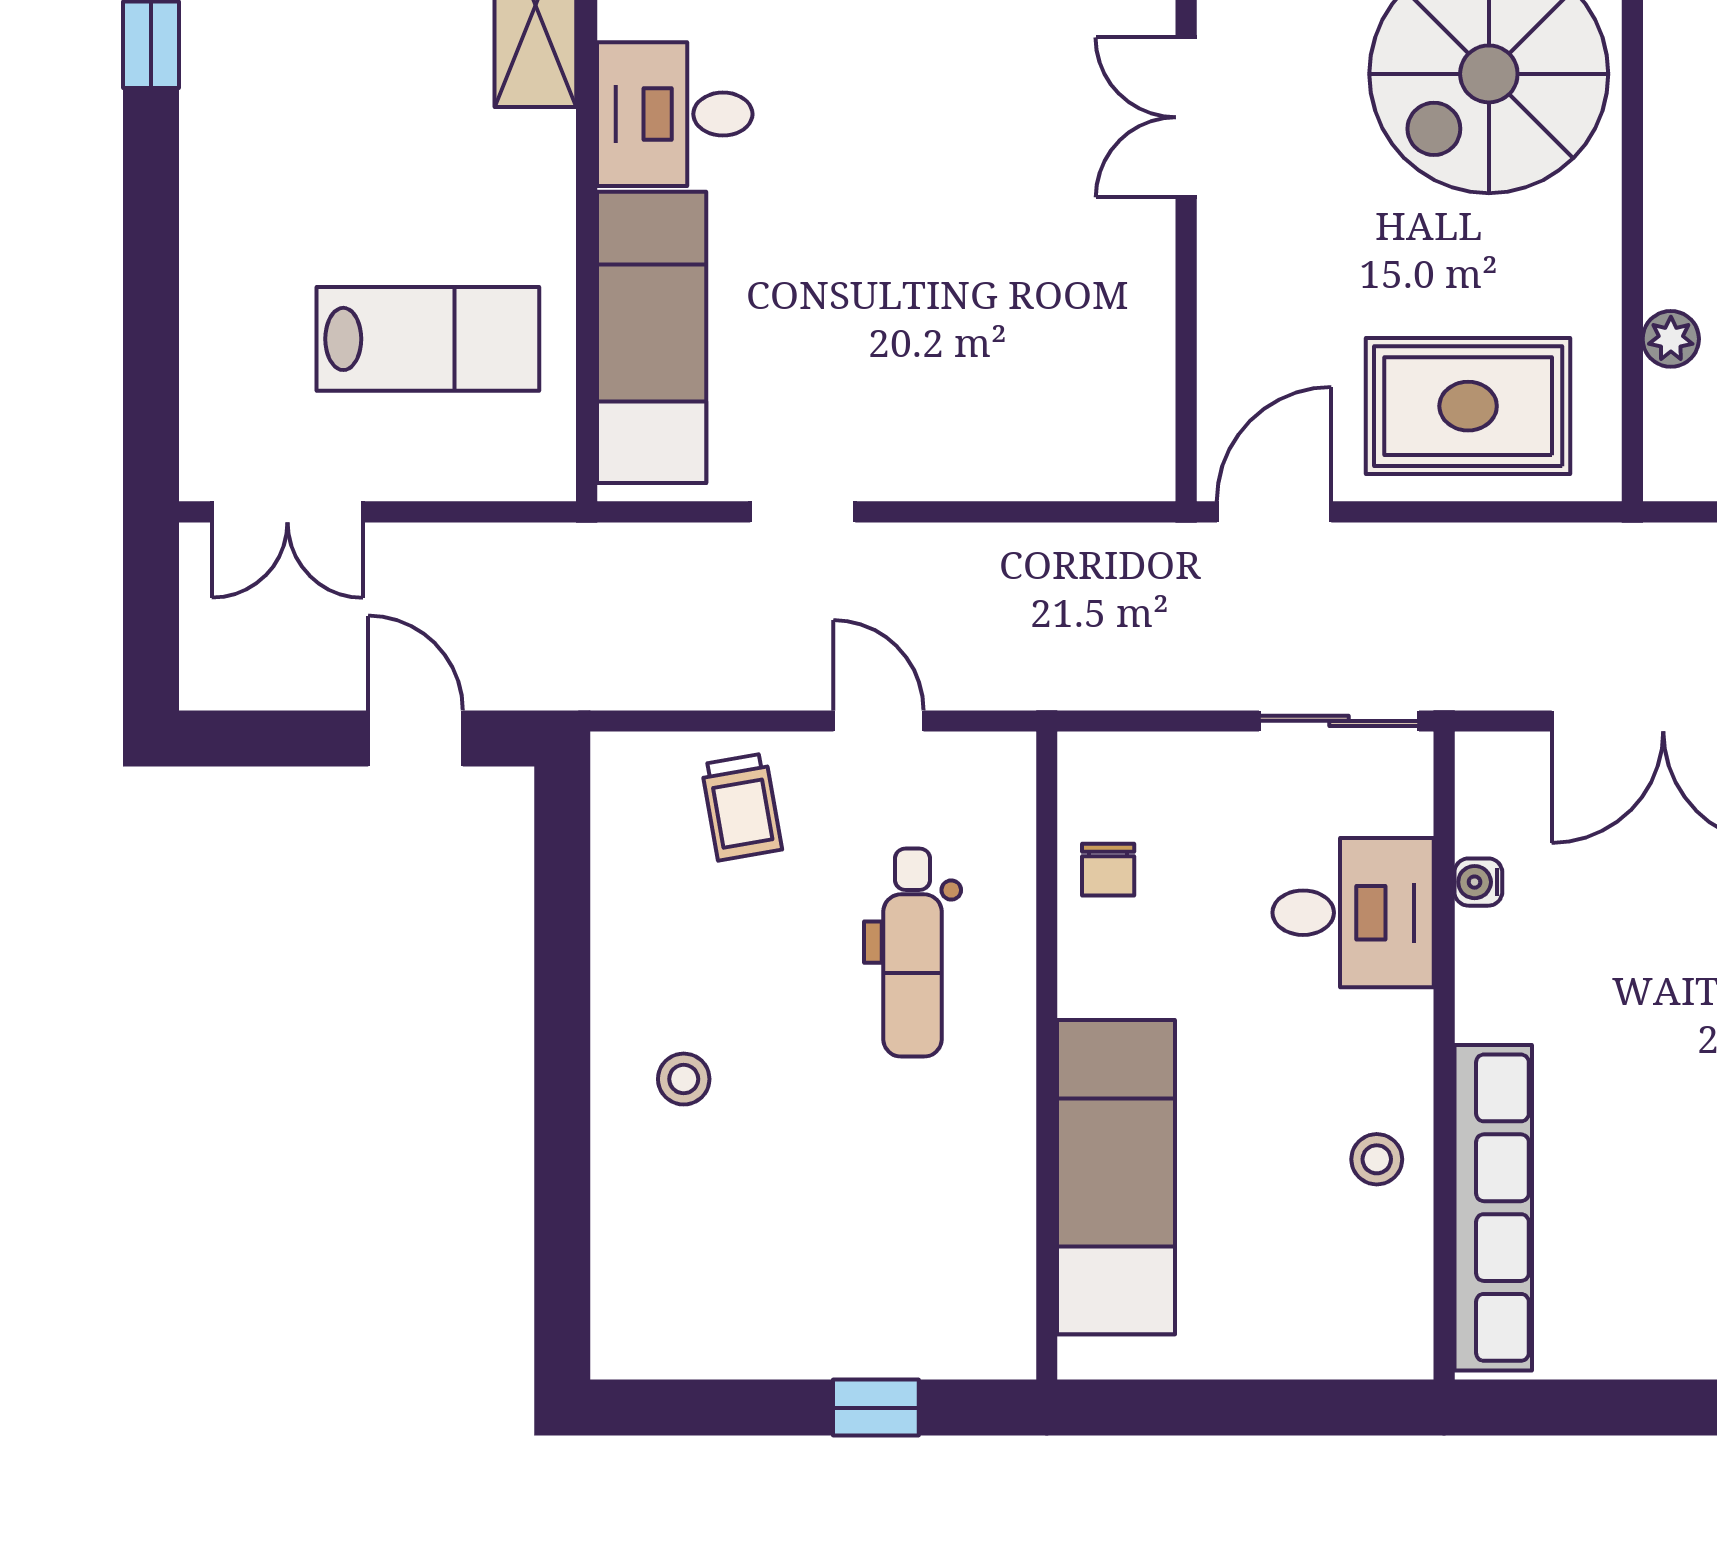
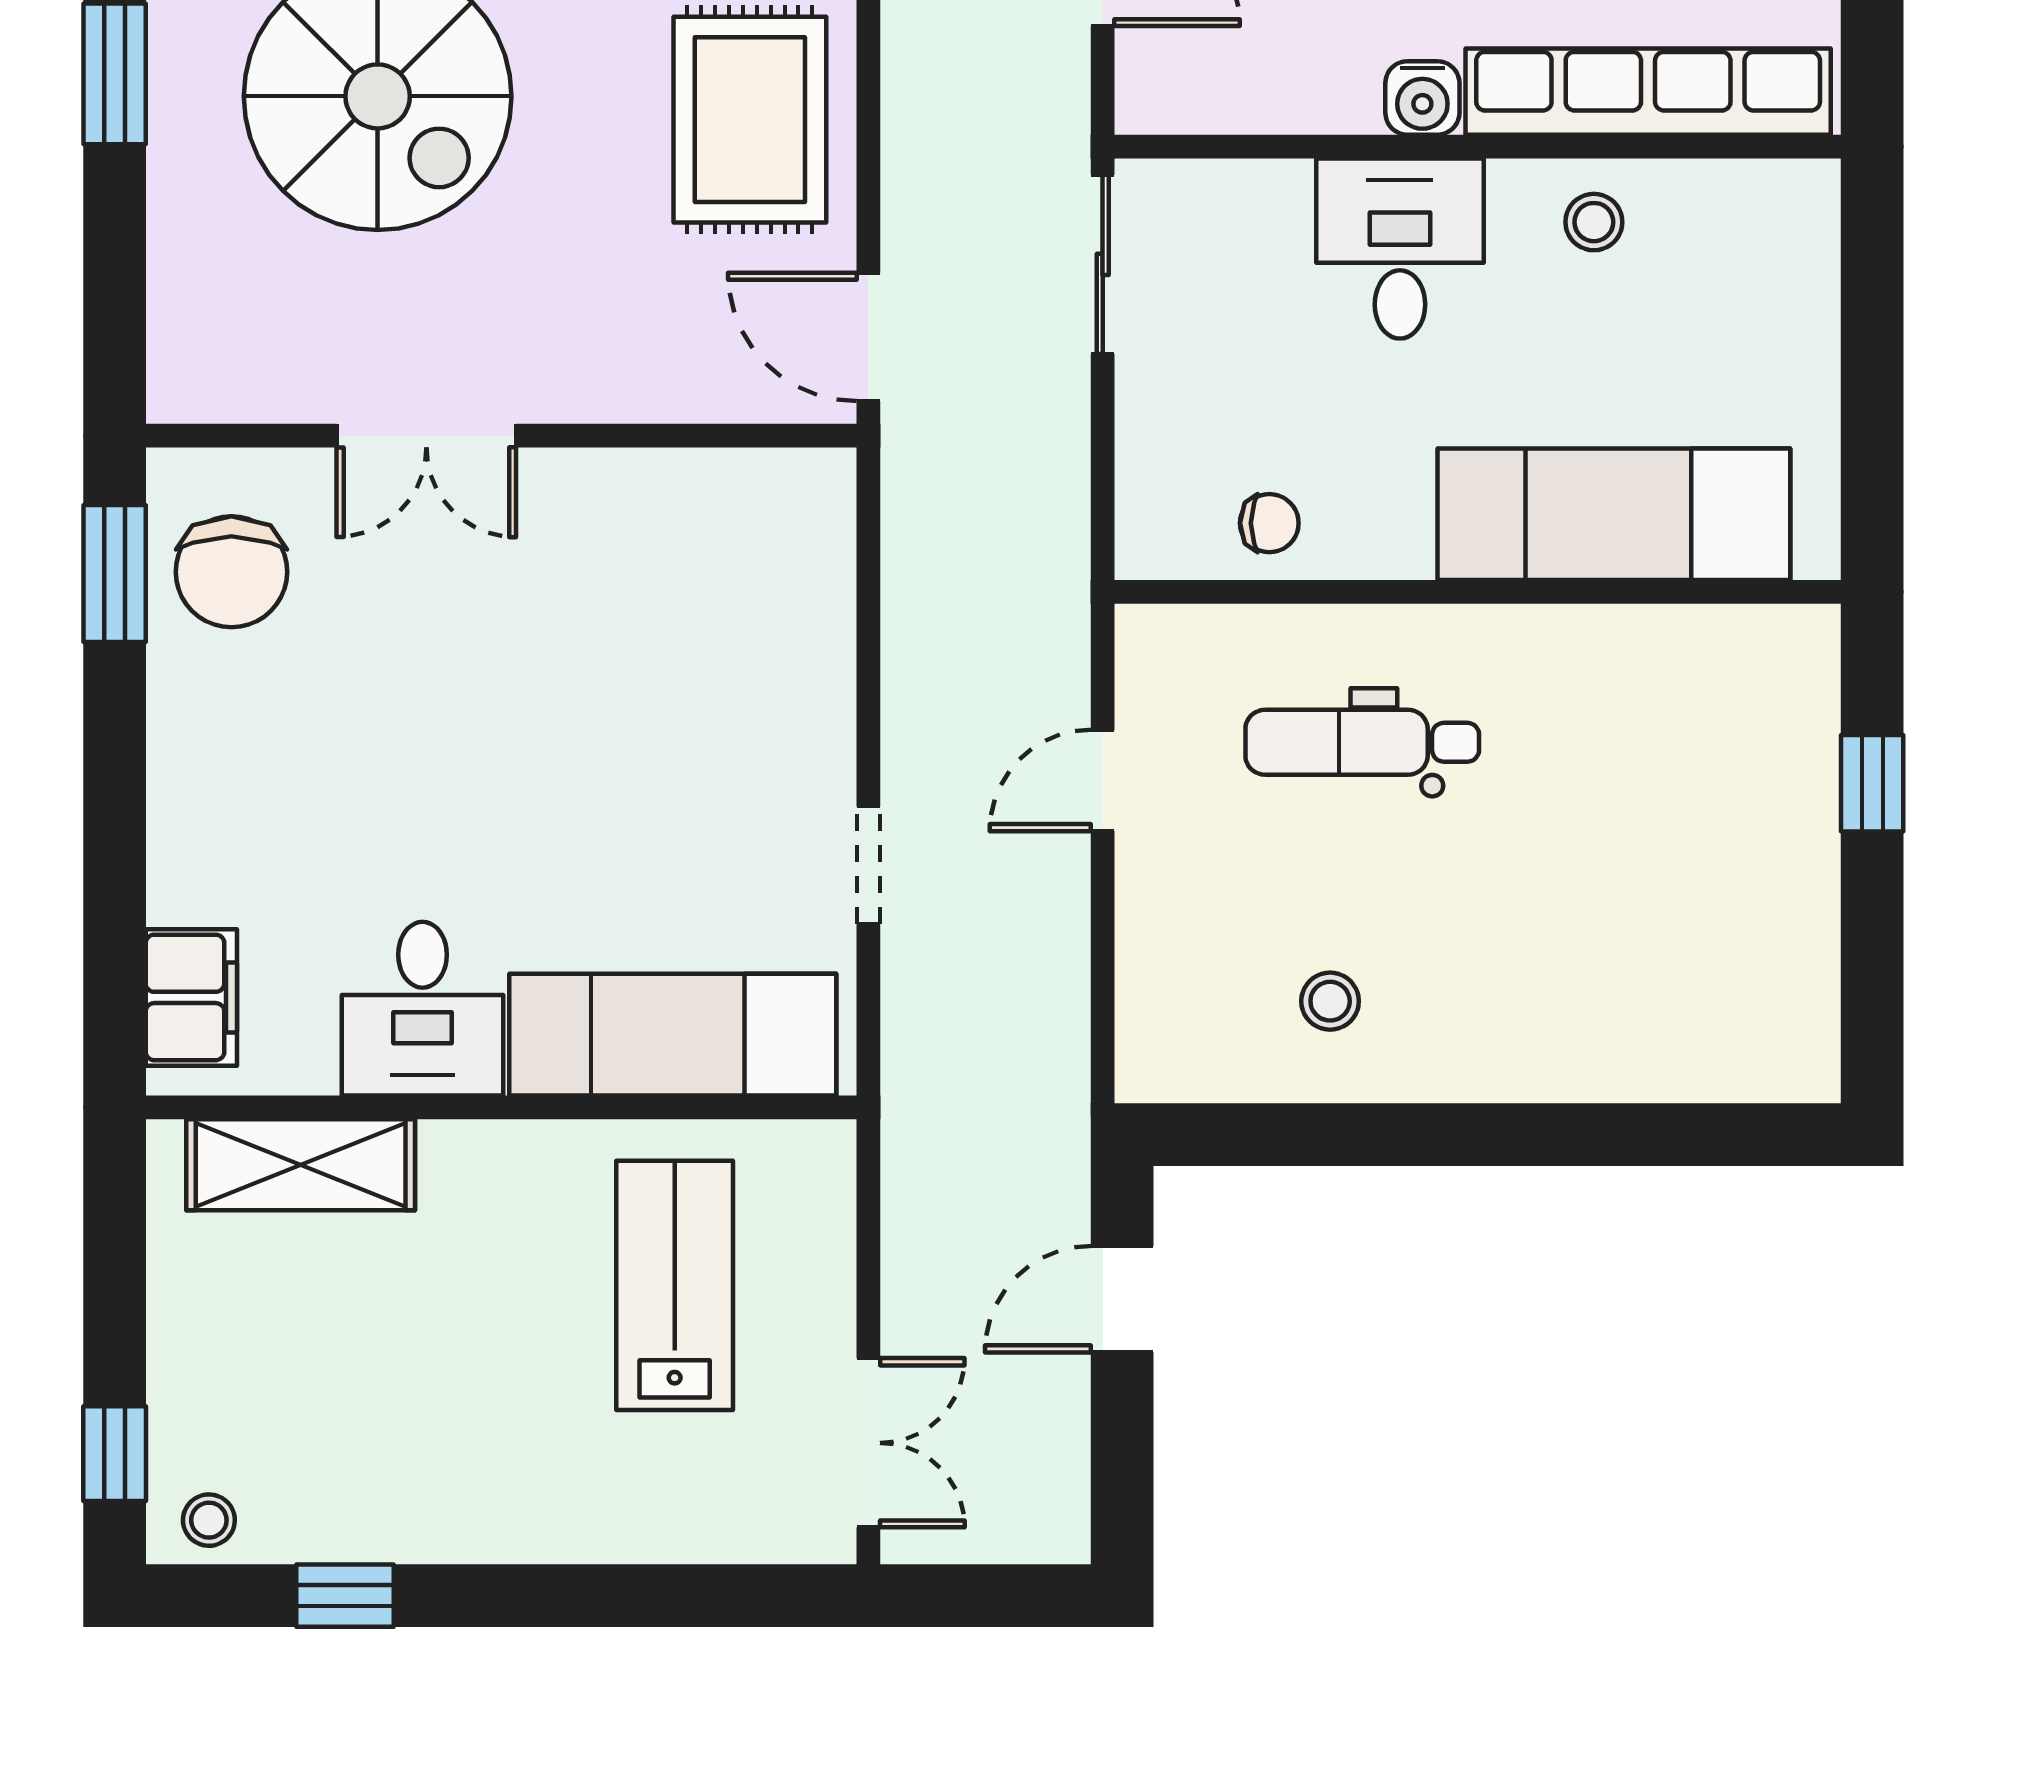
trolley: (742, 807) -> (1199, 934), removed
water cooler: (1478, 882) -> (1422, 98), moved, width x1.38, depth x1.38
desk: (1353, 913) -> (1400, 249), moved
dental chair: (913, 953) -> (1362, 742), turned 180
stool: (684, 1079) -> (1330, 1001), moved

